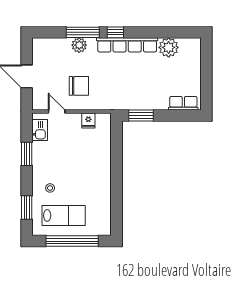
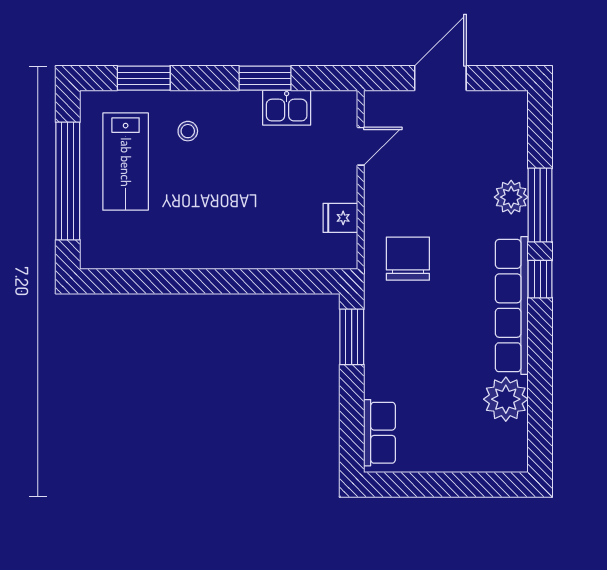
chair: (79, 86) -> (408, 259), moved, turned 180
kitchen sink: (40, 130) -> (287, 108), moved

